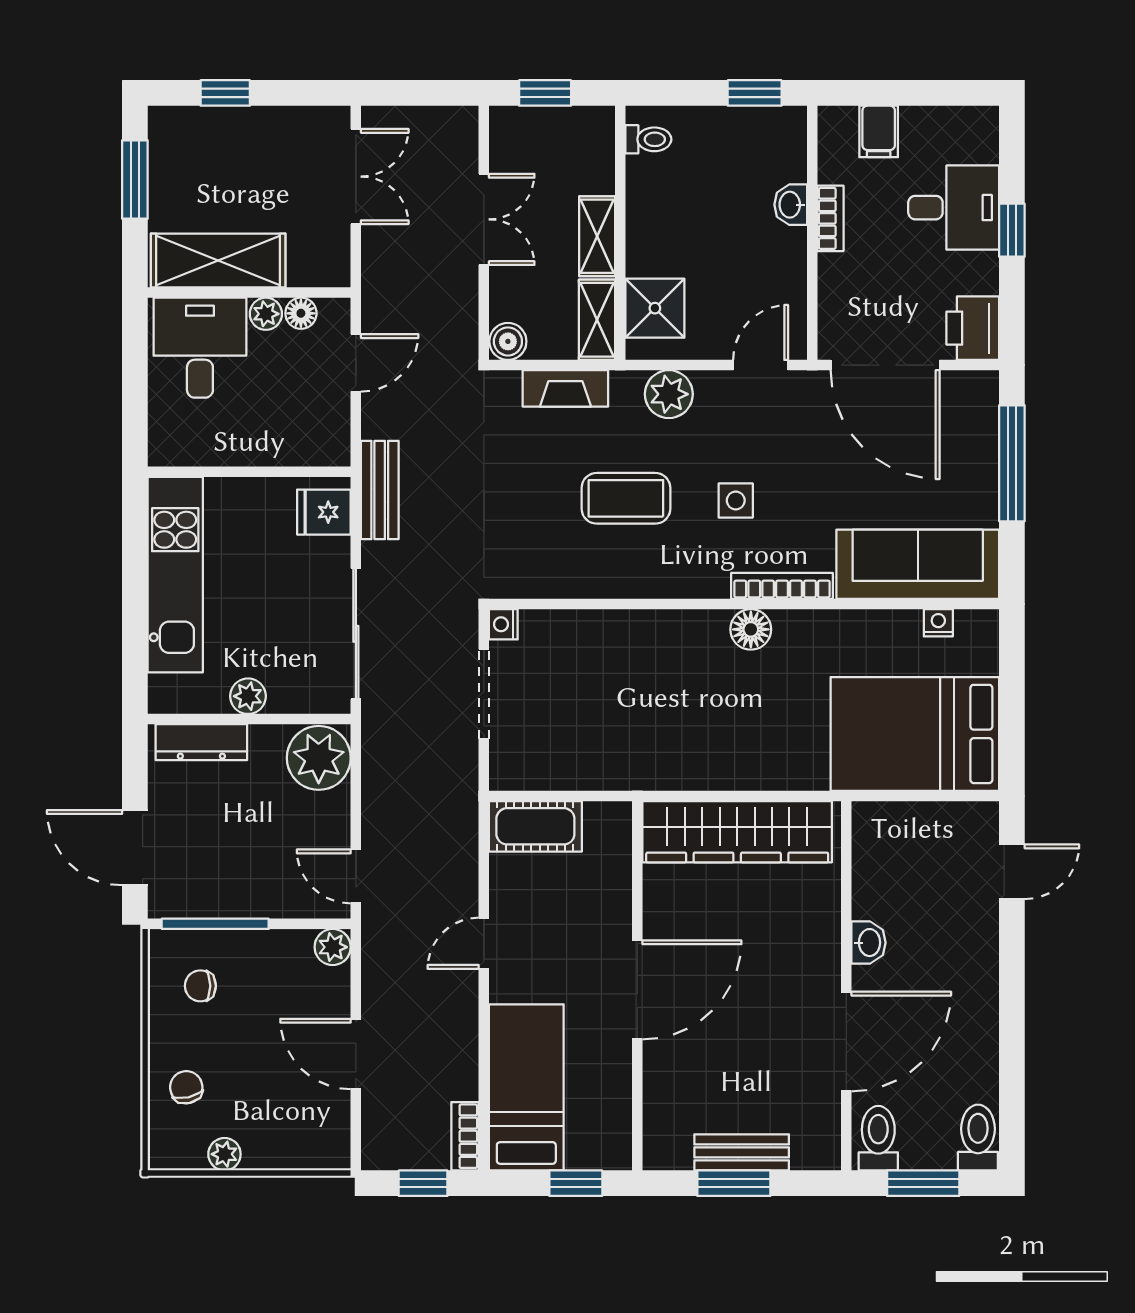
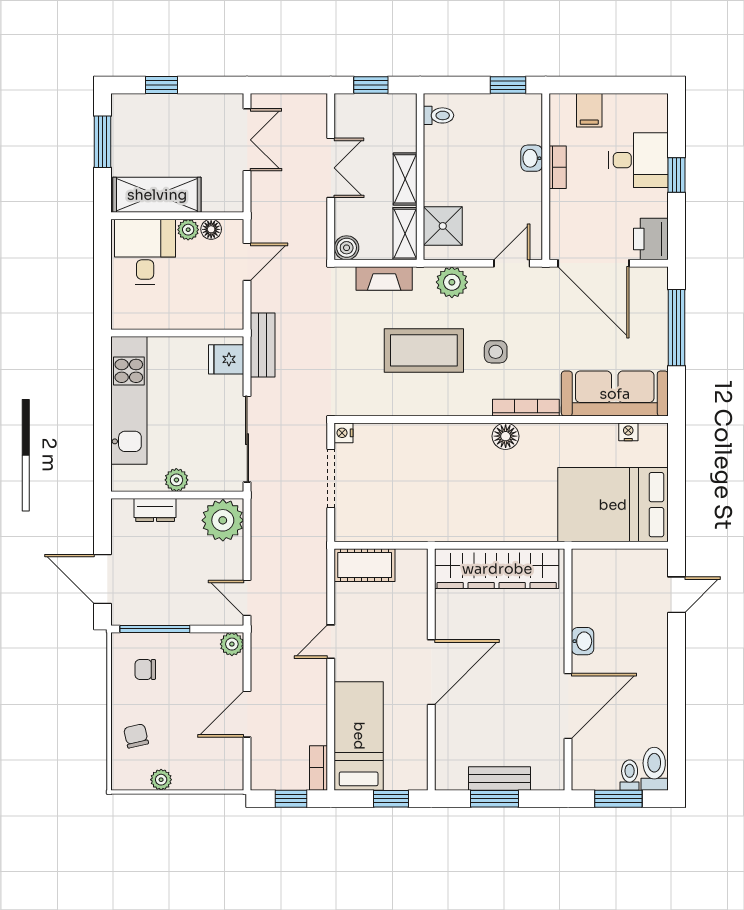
coffee table: (626, 498) -> (424, 350), width x1.36, depth x1.32
dresser: (201, 742) -> (155, 510), width x0.70
door: (356, 1054) -> (247, 714), hinge flipped
toilet: (878, 1138) -> (630, 775), moved, width x0.73, depth x0.72

